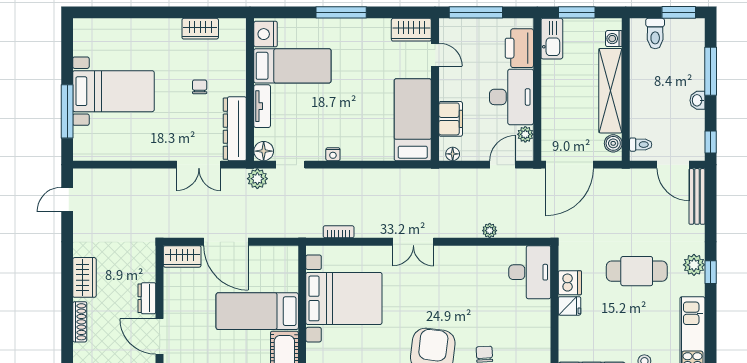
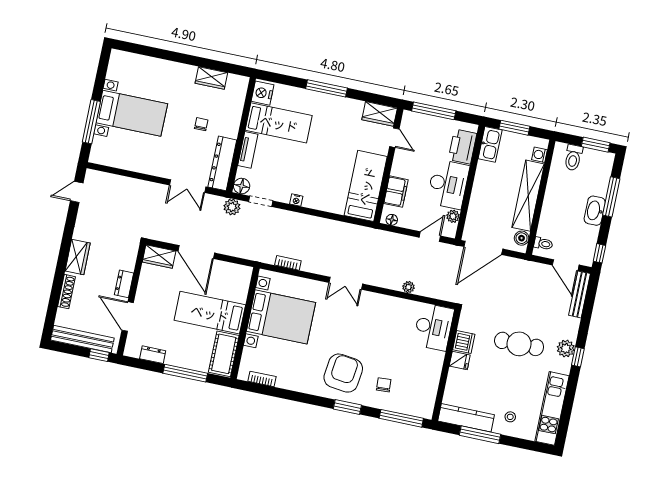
washbasin: (697, 100) -> (595, 211), width x1.91, depth x1.45

